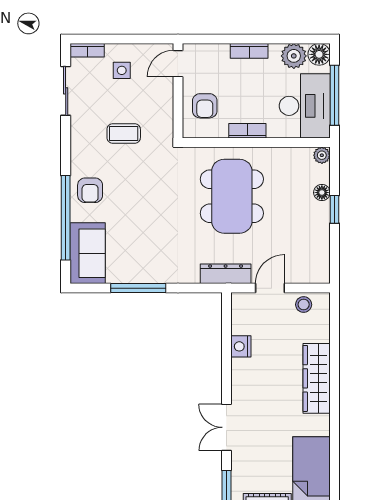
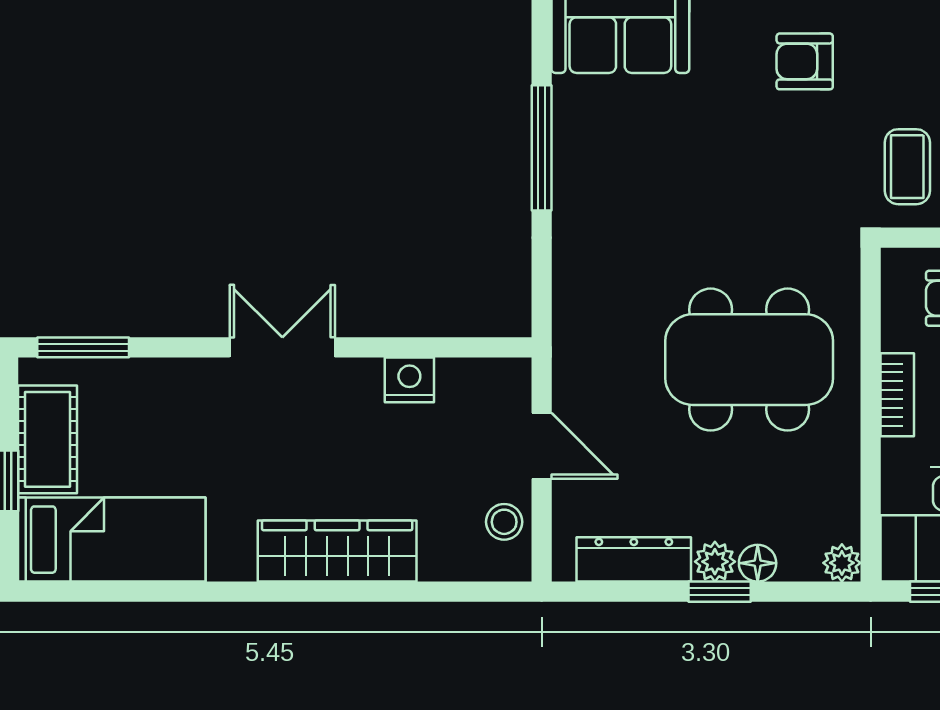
coffee table: (124, 134) -> (907, 167), moved
armchair: (90, 190) -> (805, 61), moved
plant: (321, 211) -> (715, 562), added
dresser: (226, 274) -> (634, 559), moved, turned -90
double door: (226, 427) -> (282, 347), moved

